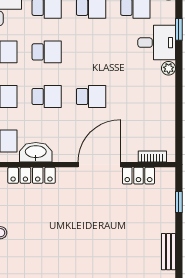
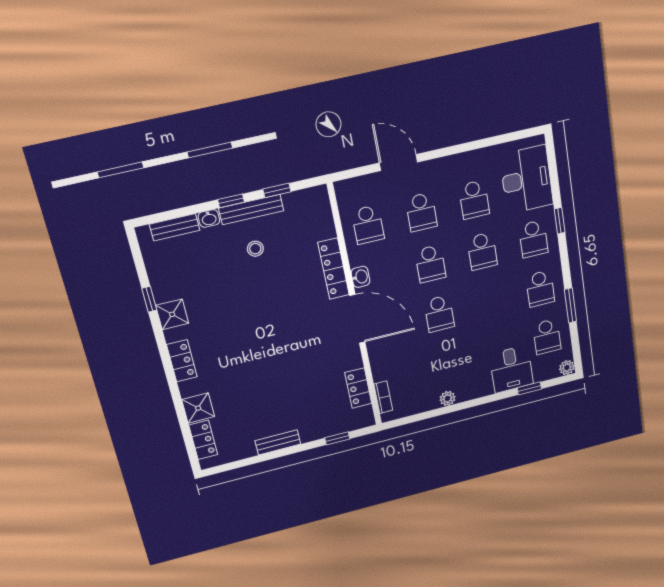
plant: (169, 68) -> (448, 398), moved
washbasin: (36, 152) -> (360, 277), width x0.52, depth x0.69
door: (99, 165) -> (357, 319), moved

